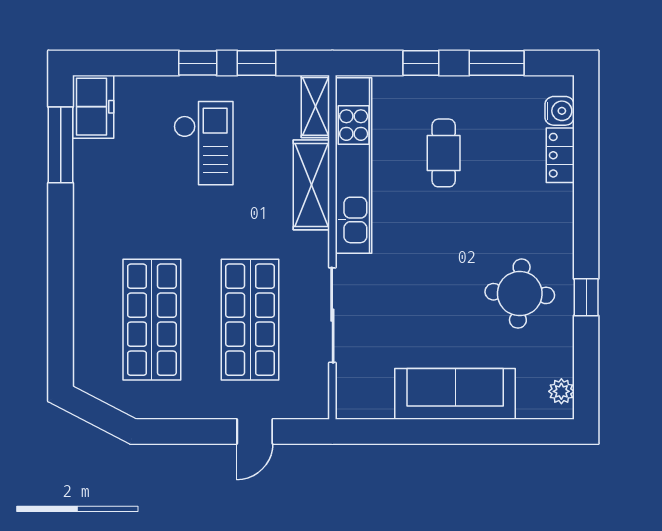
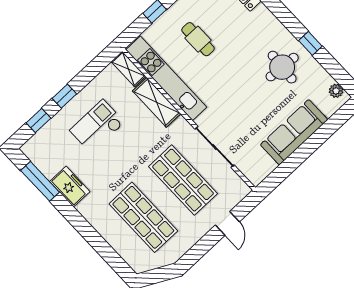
window: (256, 63) -> (38, 120), moved
freezer: (93, 107) -> (70, 187), moved
checkout: (203, 143) -> (97, 126), turned -90

